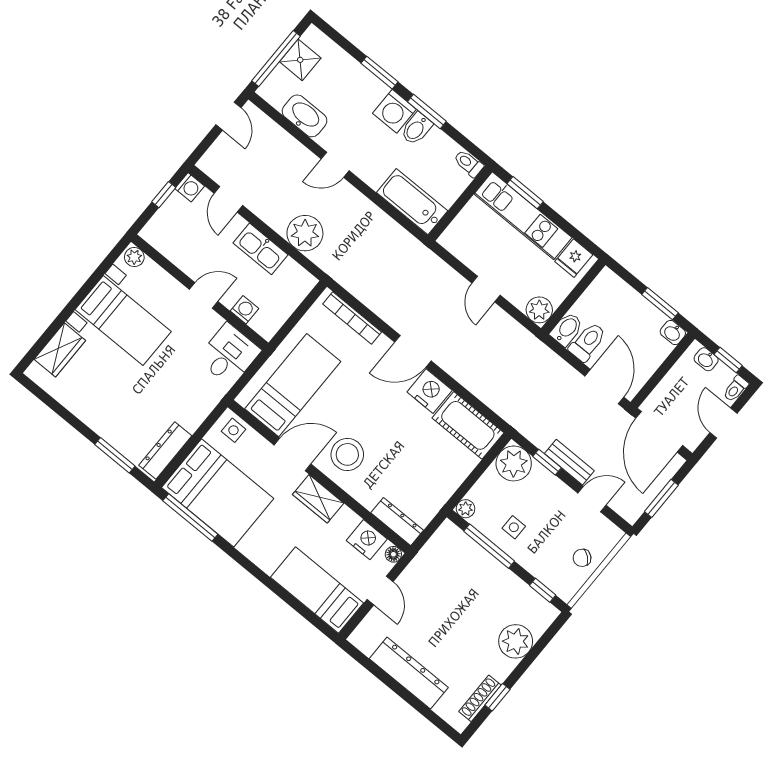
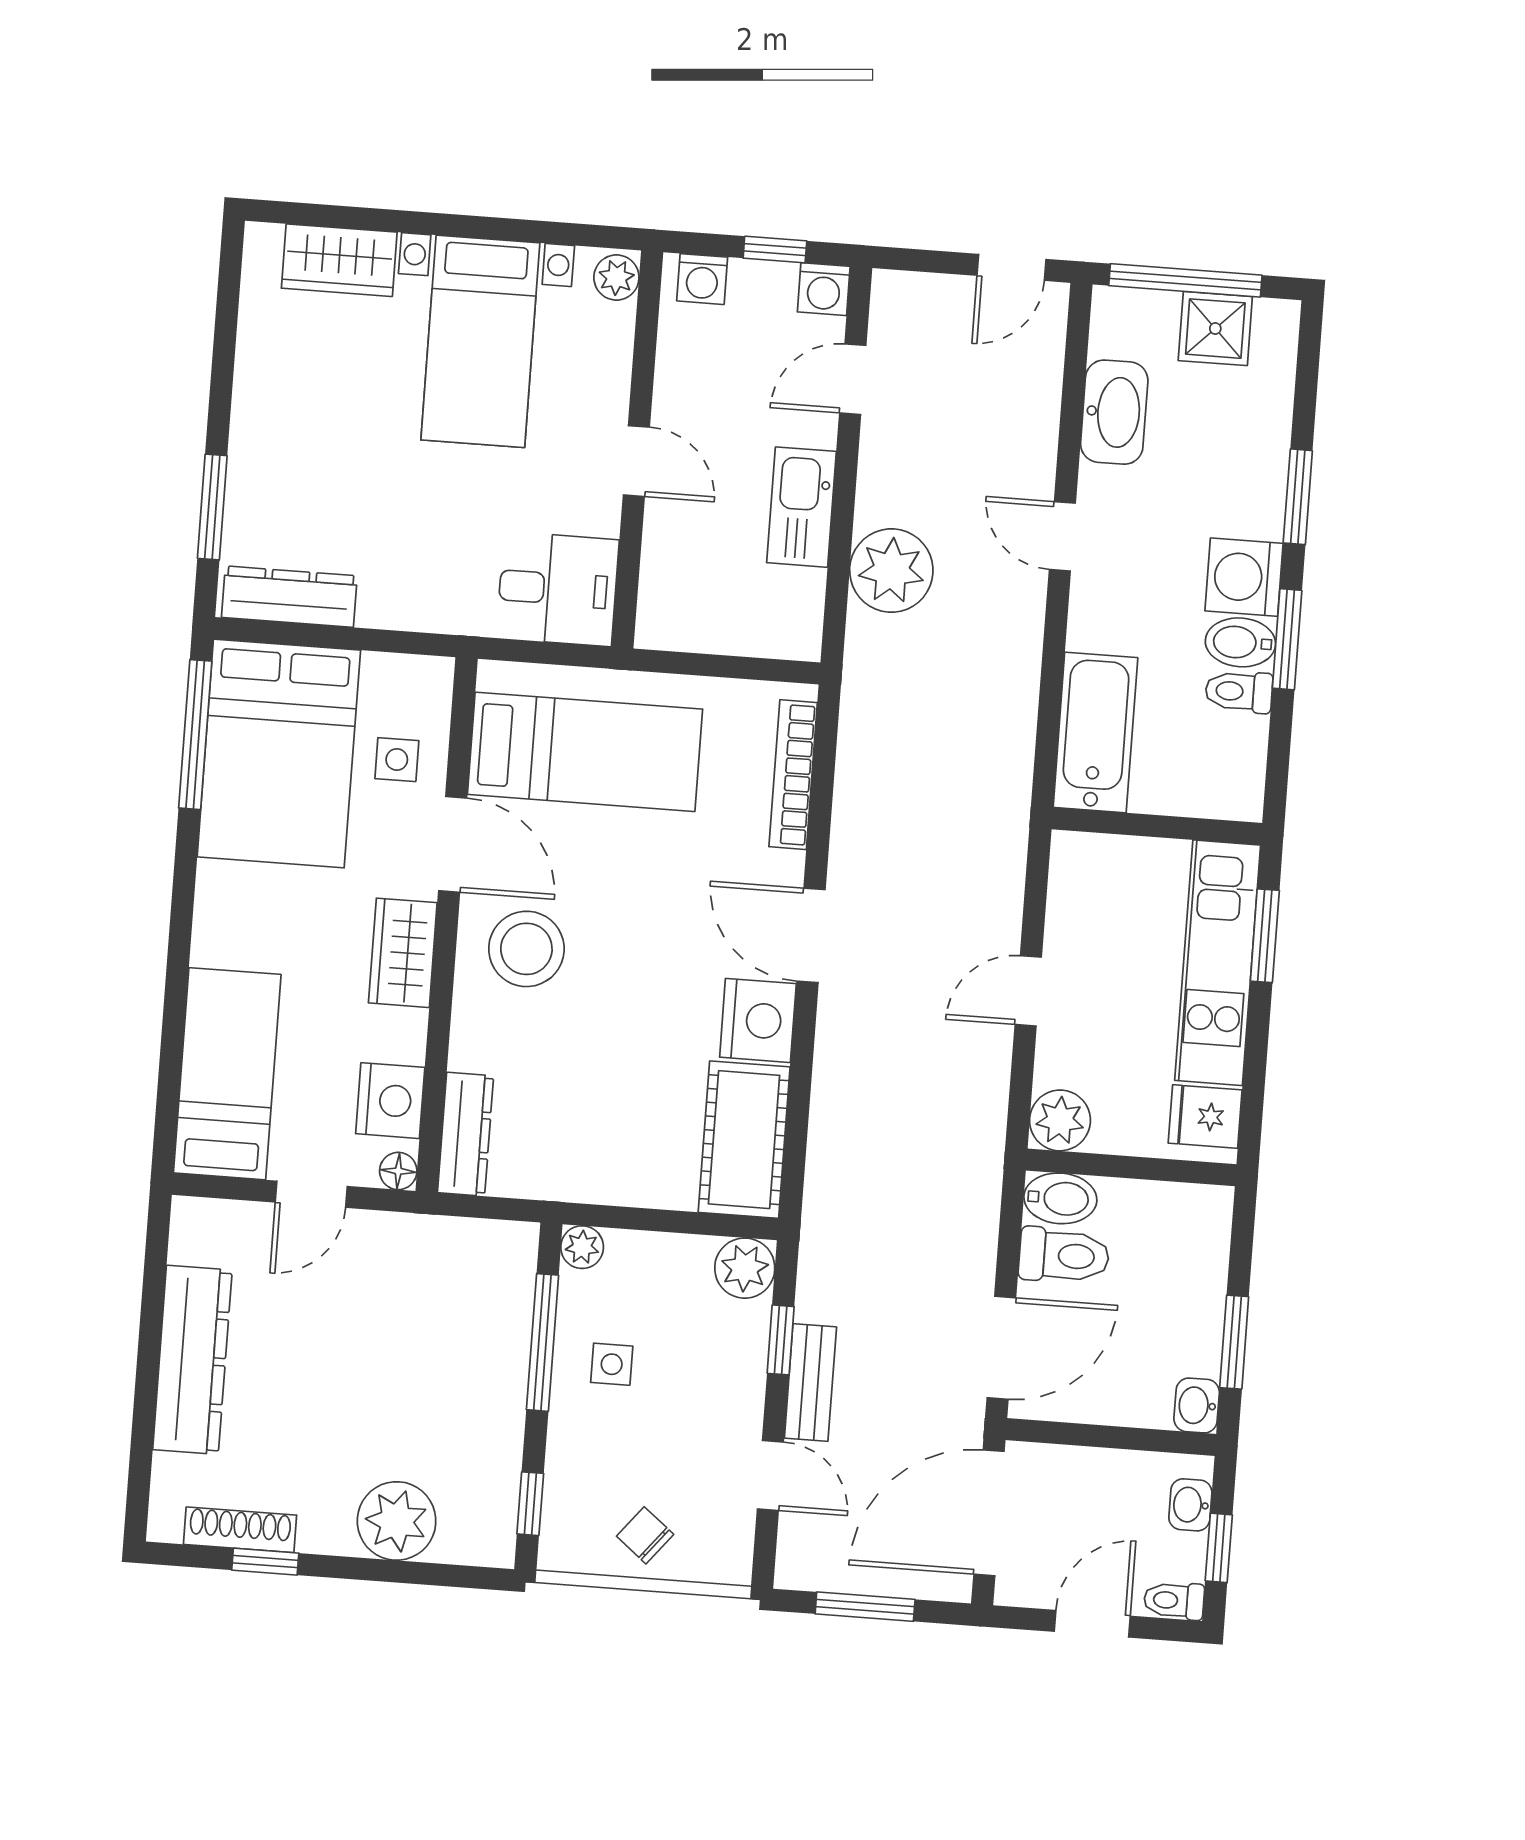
toilet: (468, 163) -> (1239, 692), moved, turned -90
washing machine: (244, 310) -> (702, 279), moved, turned 90
side table: (233, 430) -> (397, 760), moved
plant: (514, 463) -> (745, 1268), width x0.73, depth x0.73

